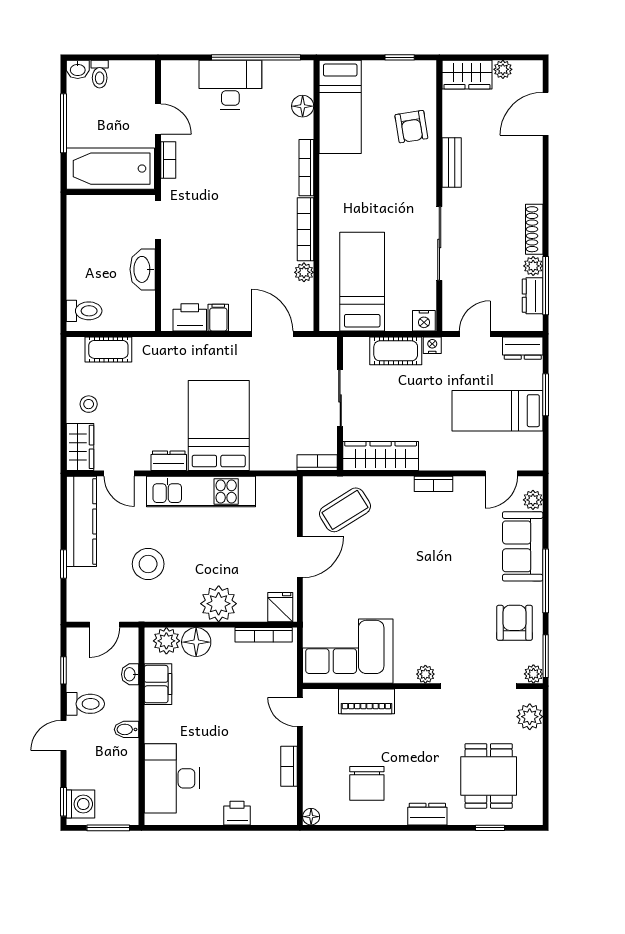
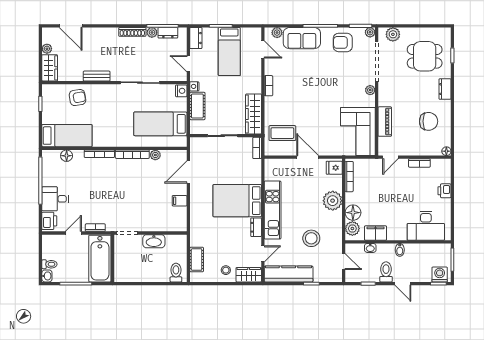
desk: (230, 85) -> (55, 199), width x0.73
printer: (190, 317) -> (49, 221), moved, turned 180
coffee table: (345, 510) -> (282, 133), turned -58

